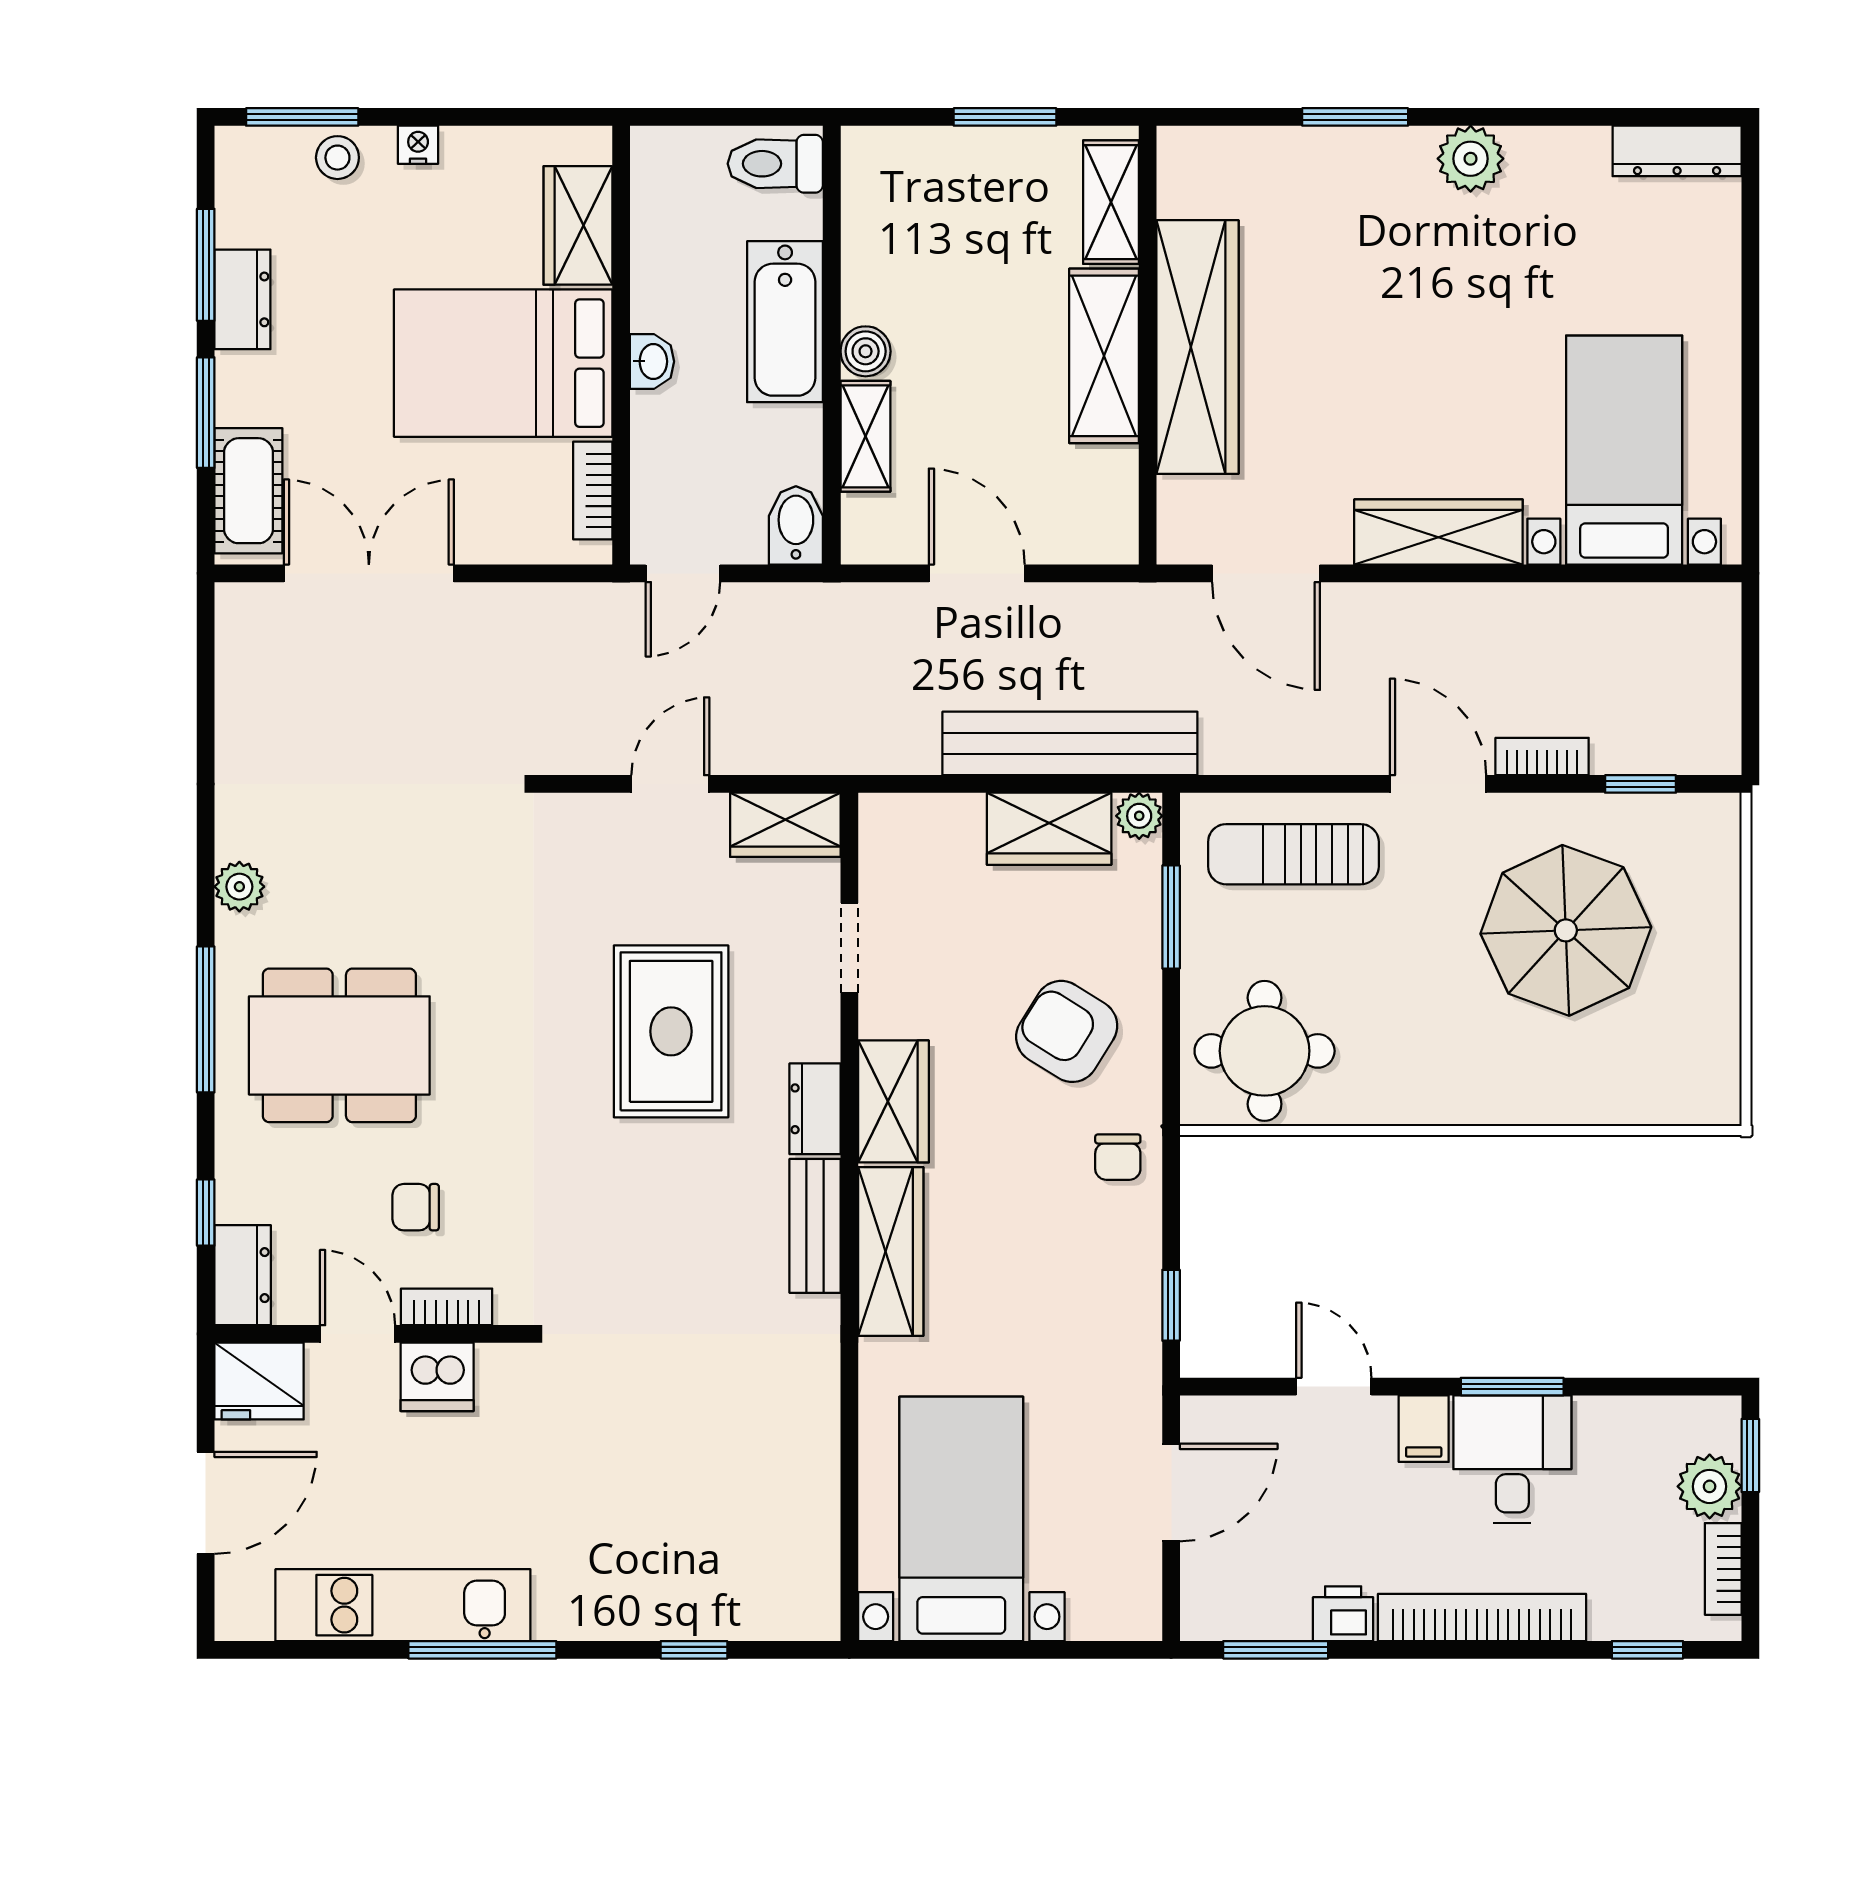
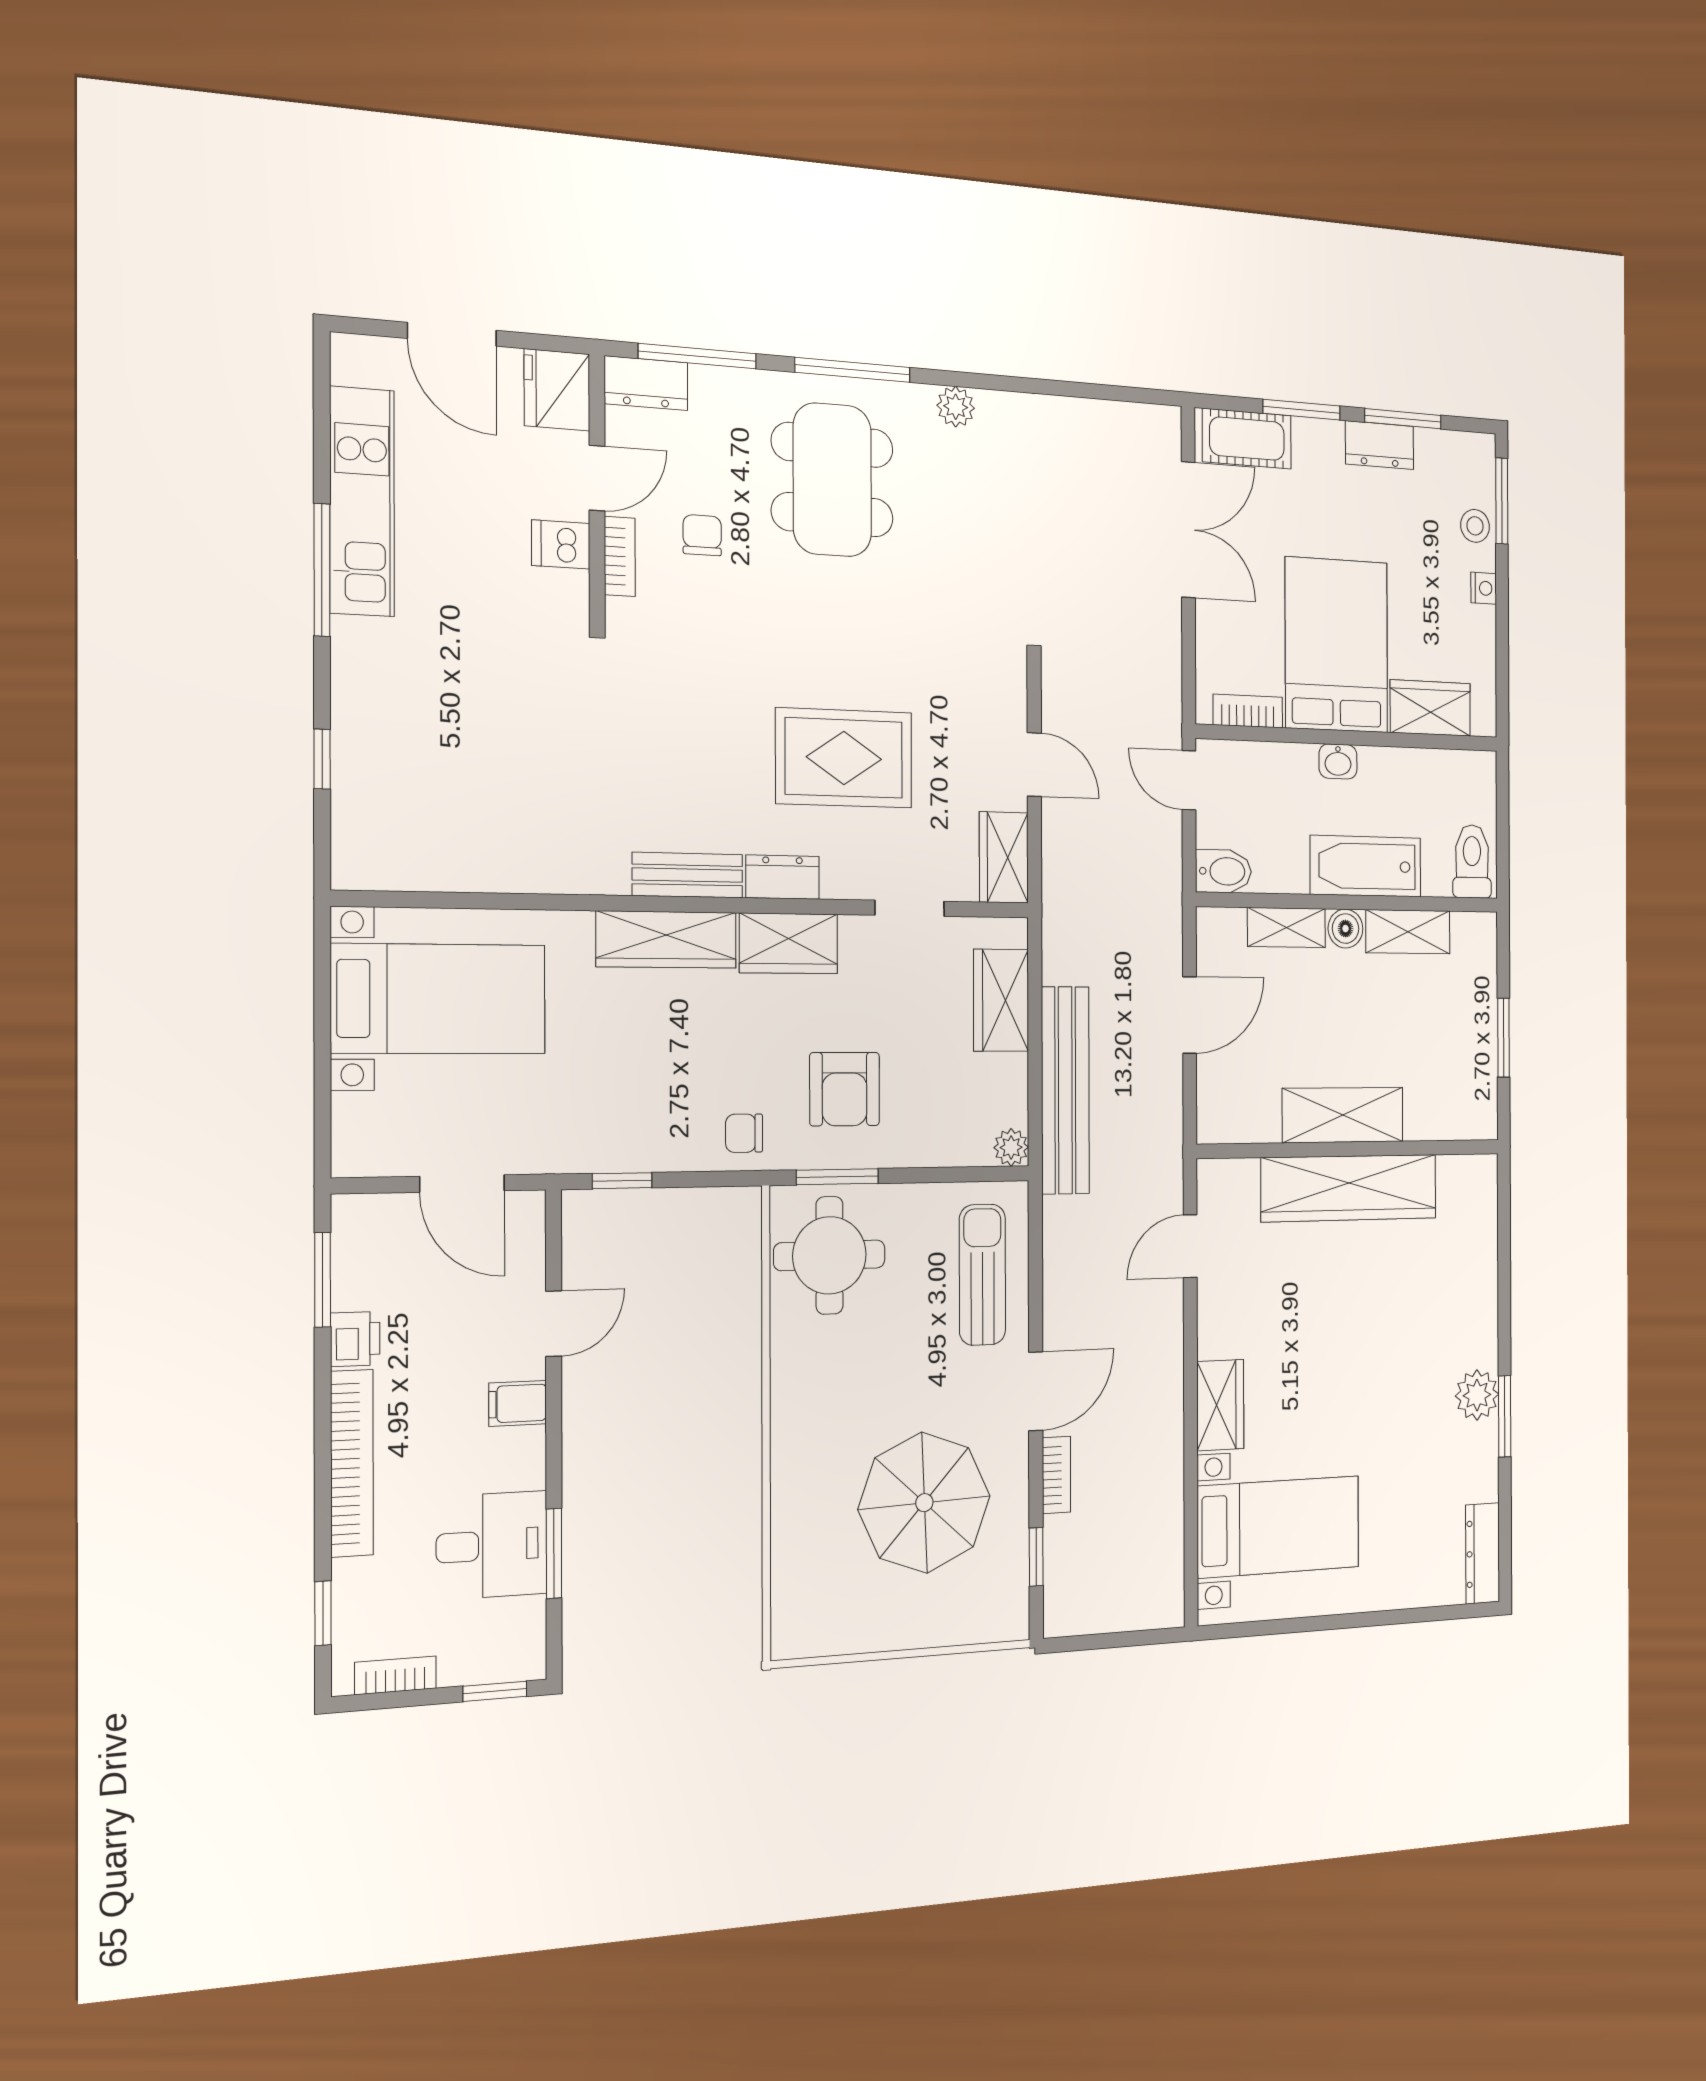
window: (1355, 117) -> (1505, 1416), moved
shelving: (1111, 202) -> (1408, 932), moved
wardrobe: (1438, 532) -> (1220, 1405), width x0.67
door: (1266, 573) -> (1190, 1246), width x0.73
wardrobe: (1049, 829) -> (1001, 1000), moved
window: (1171, 917) -> (837, 1177), moved
armchair: (1067, 1031) -> (845, 1089), turned 148
window: (206, 1213) -> (697, 356), width x2.17
dishwasher: (437, 1377) -> (561, 544), width x0.73
window: (1512, 1387) -> (554, 1553), moved
desk: (1512, 1459) -> (492, 1545), moved
plant: (1710, 1486) -> (468, 1658), removed

